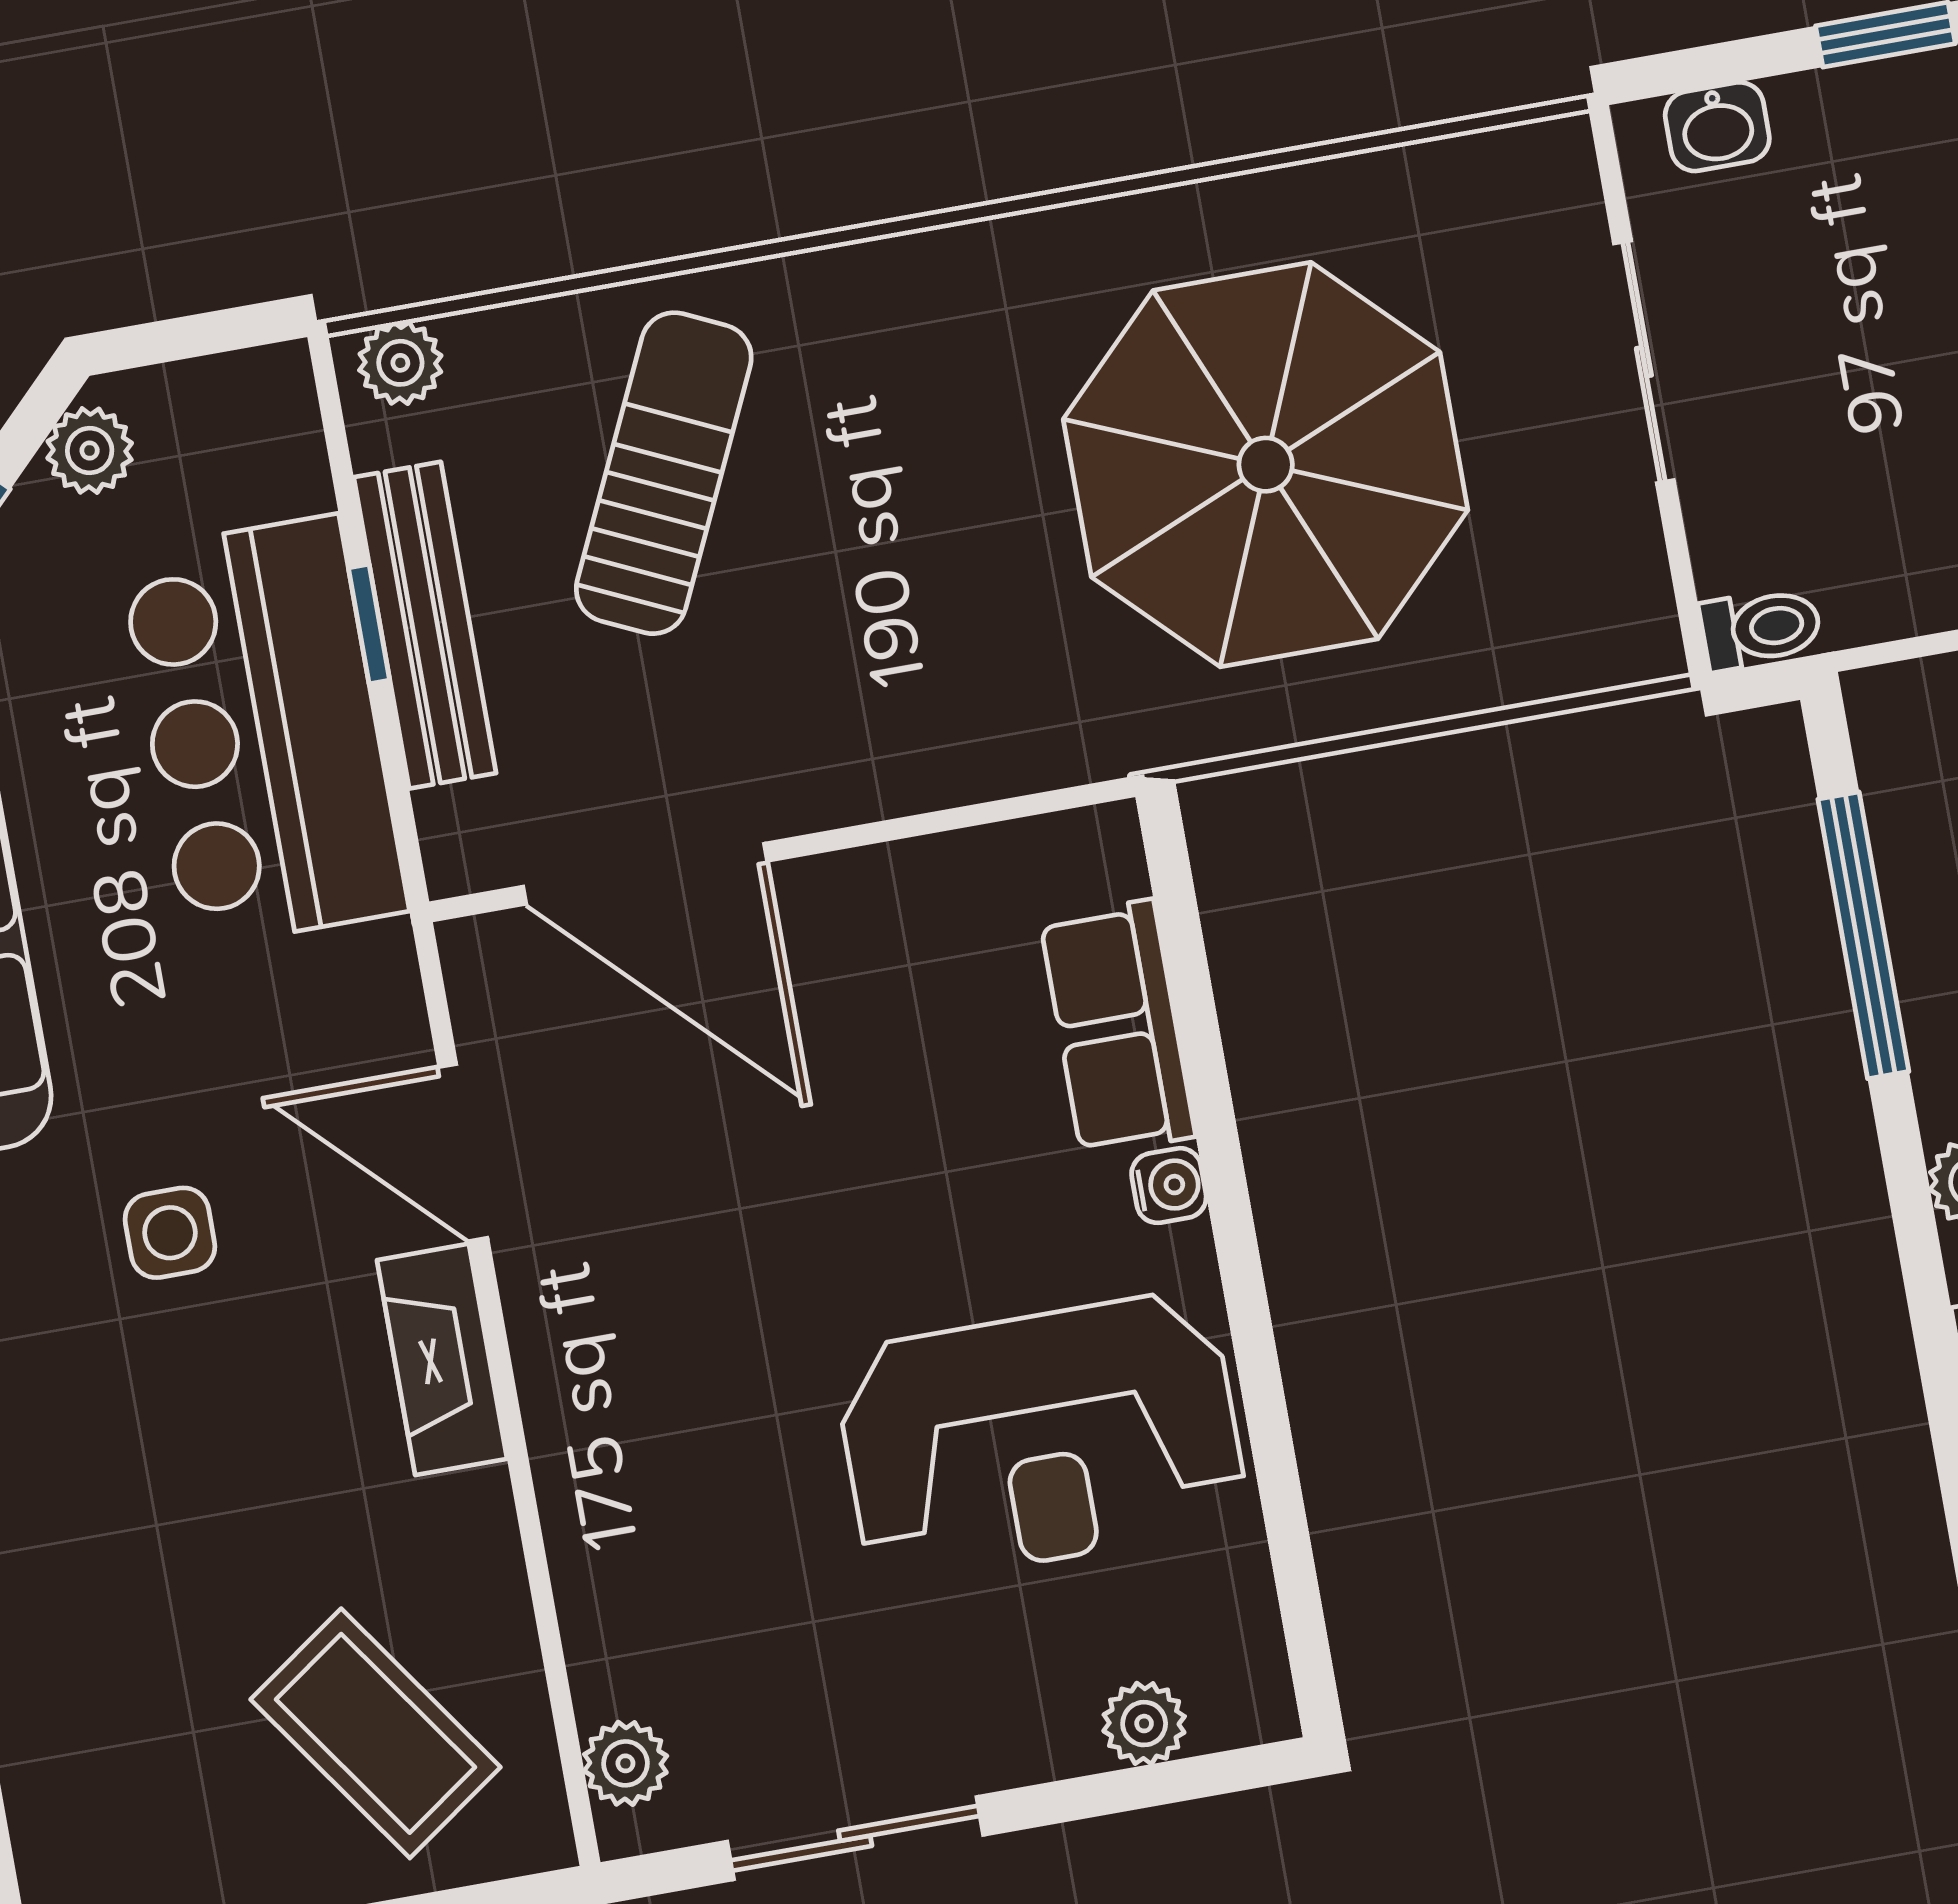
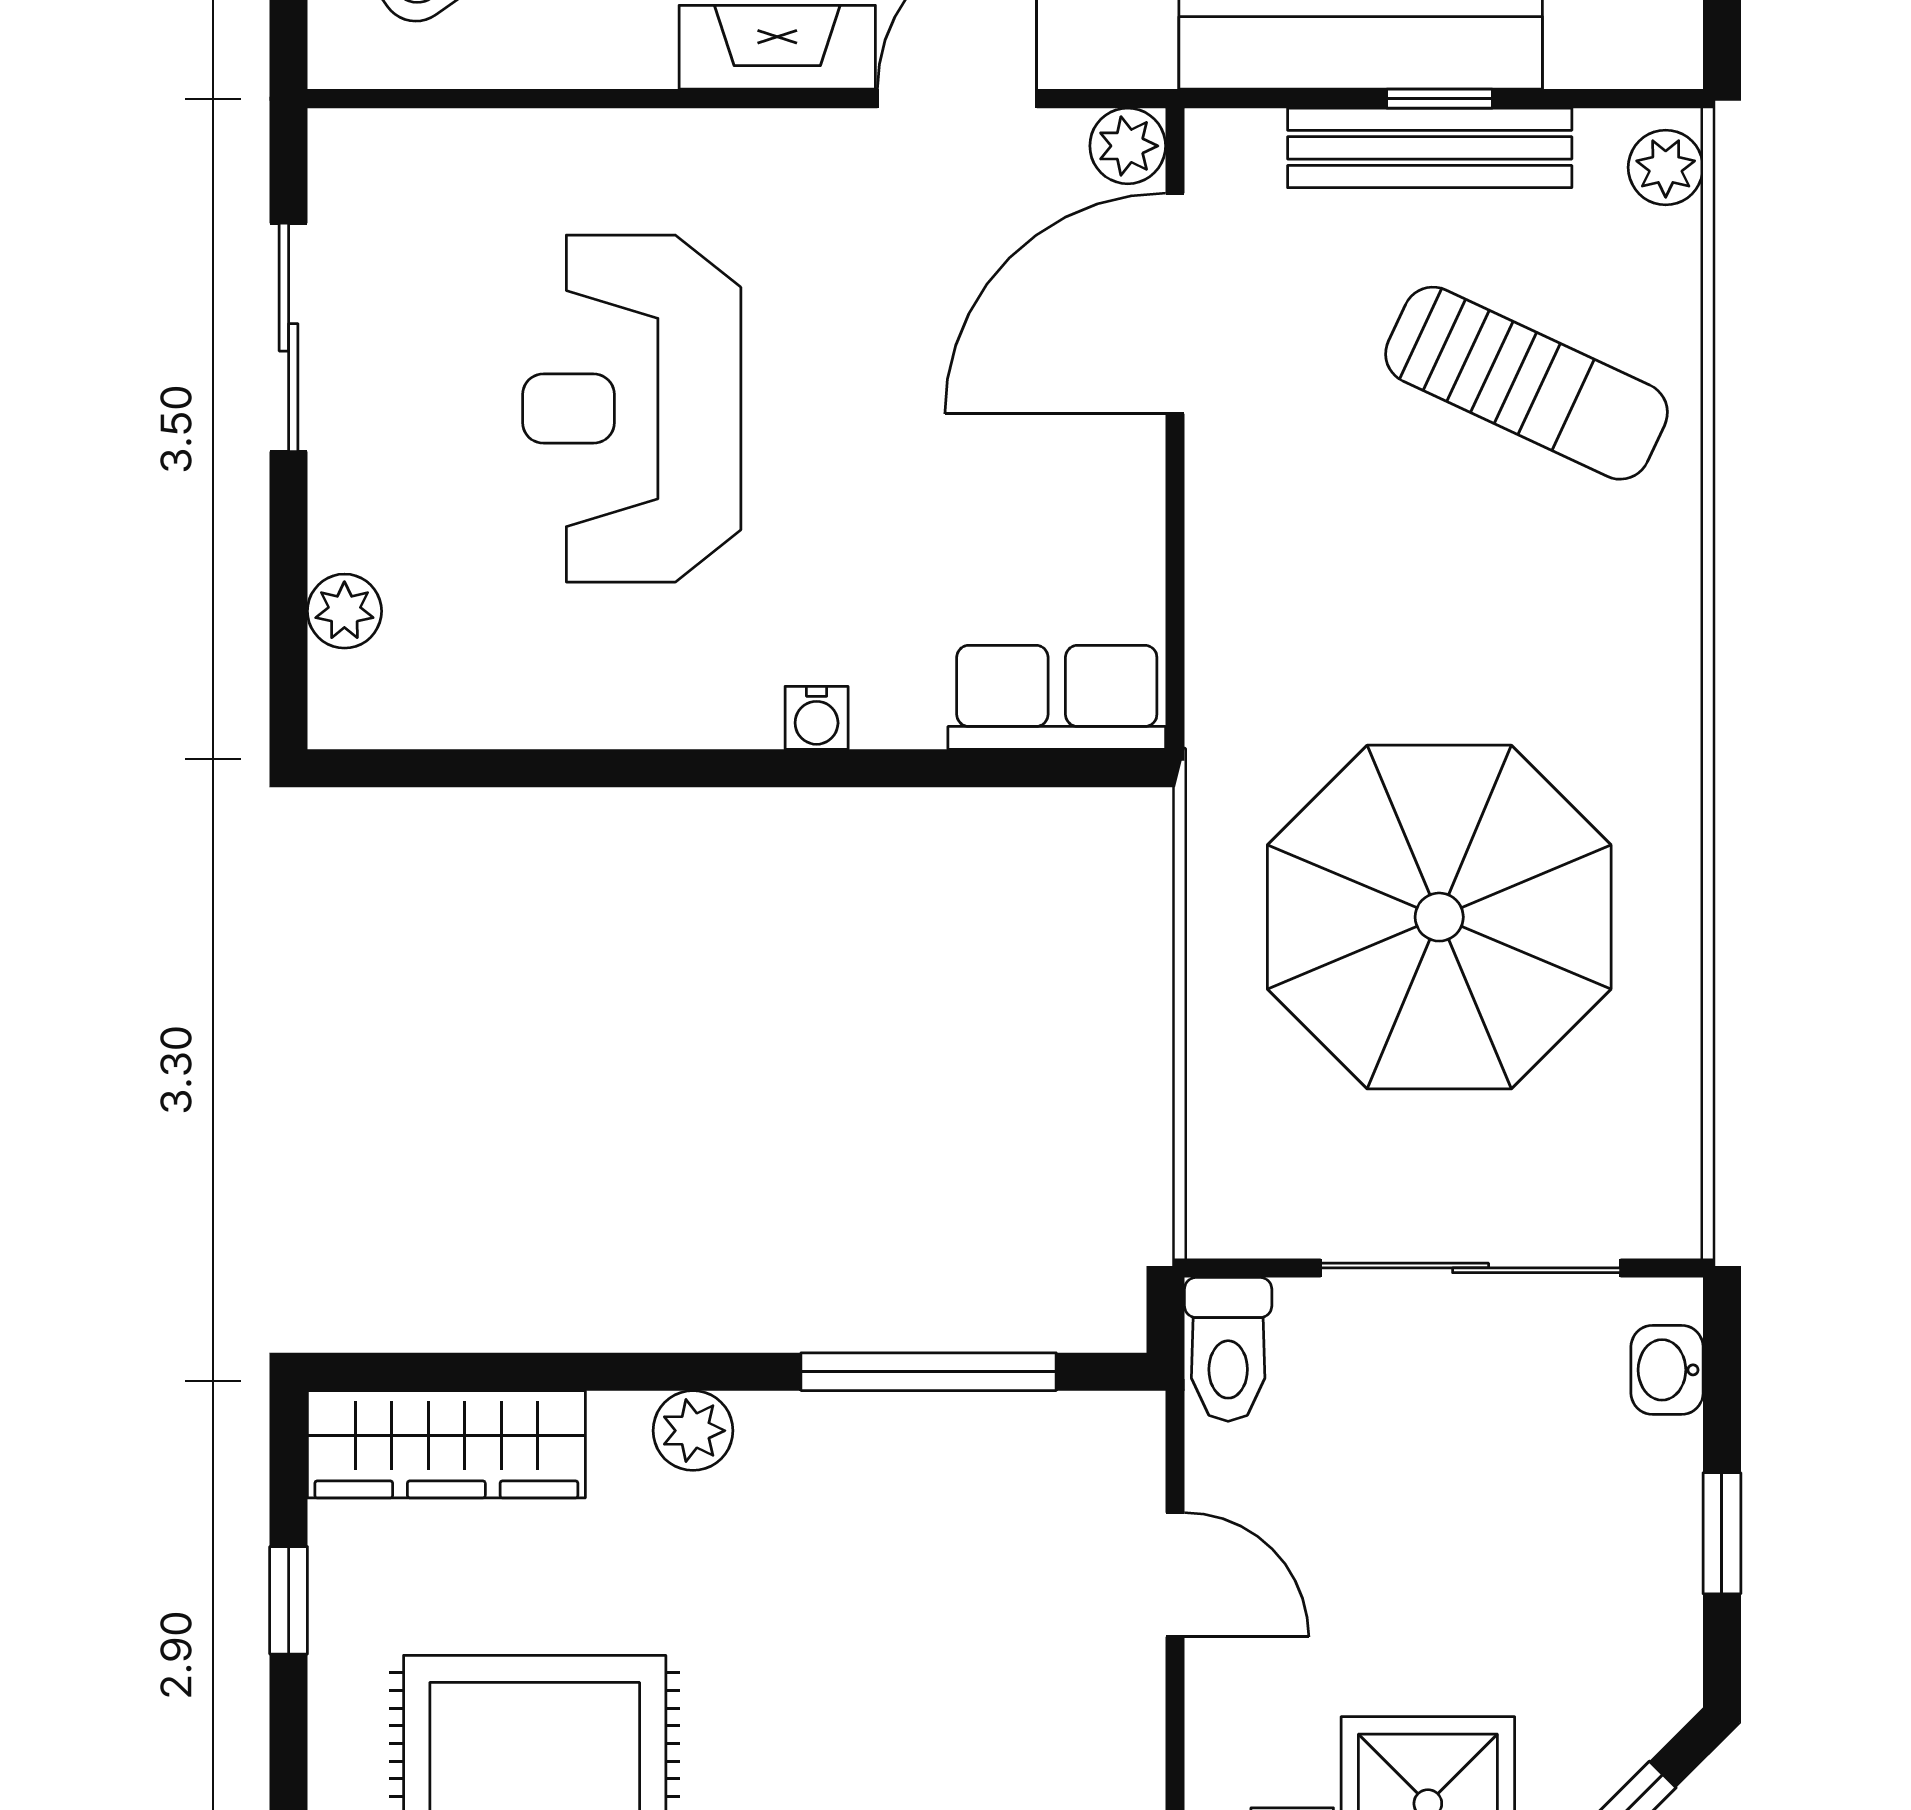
sliding door: (1644, 362) -> (1471, 1268), width x1.37
toilet: (1761, 628) -> (1228, 1349), width x1.37, depth x1.39
row of seats: (1118, 1028) -> (1057, 697), moved
reception desk: (1041, 1438) -> (632, 409), moved
plant: (625, 1763) -> (1128, 146), moved

